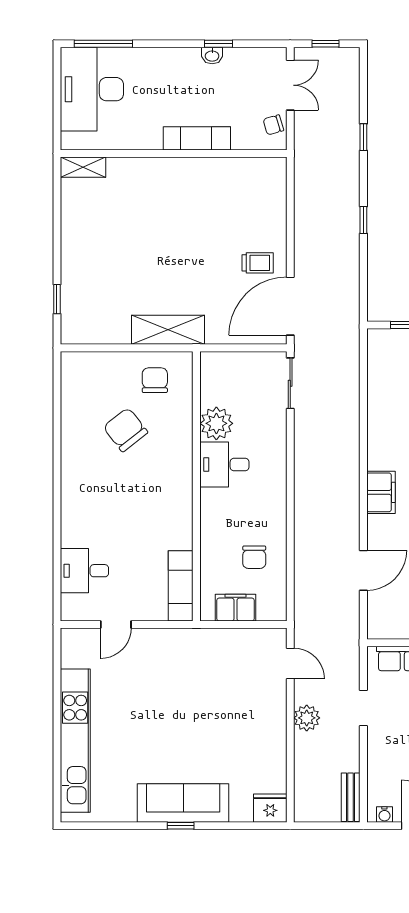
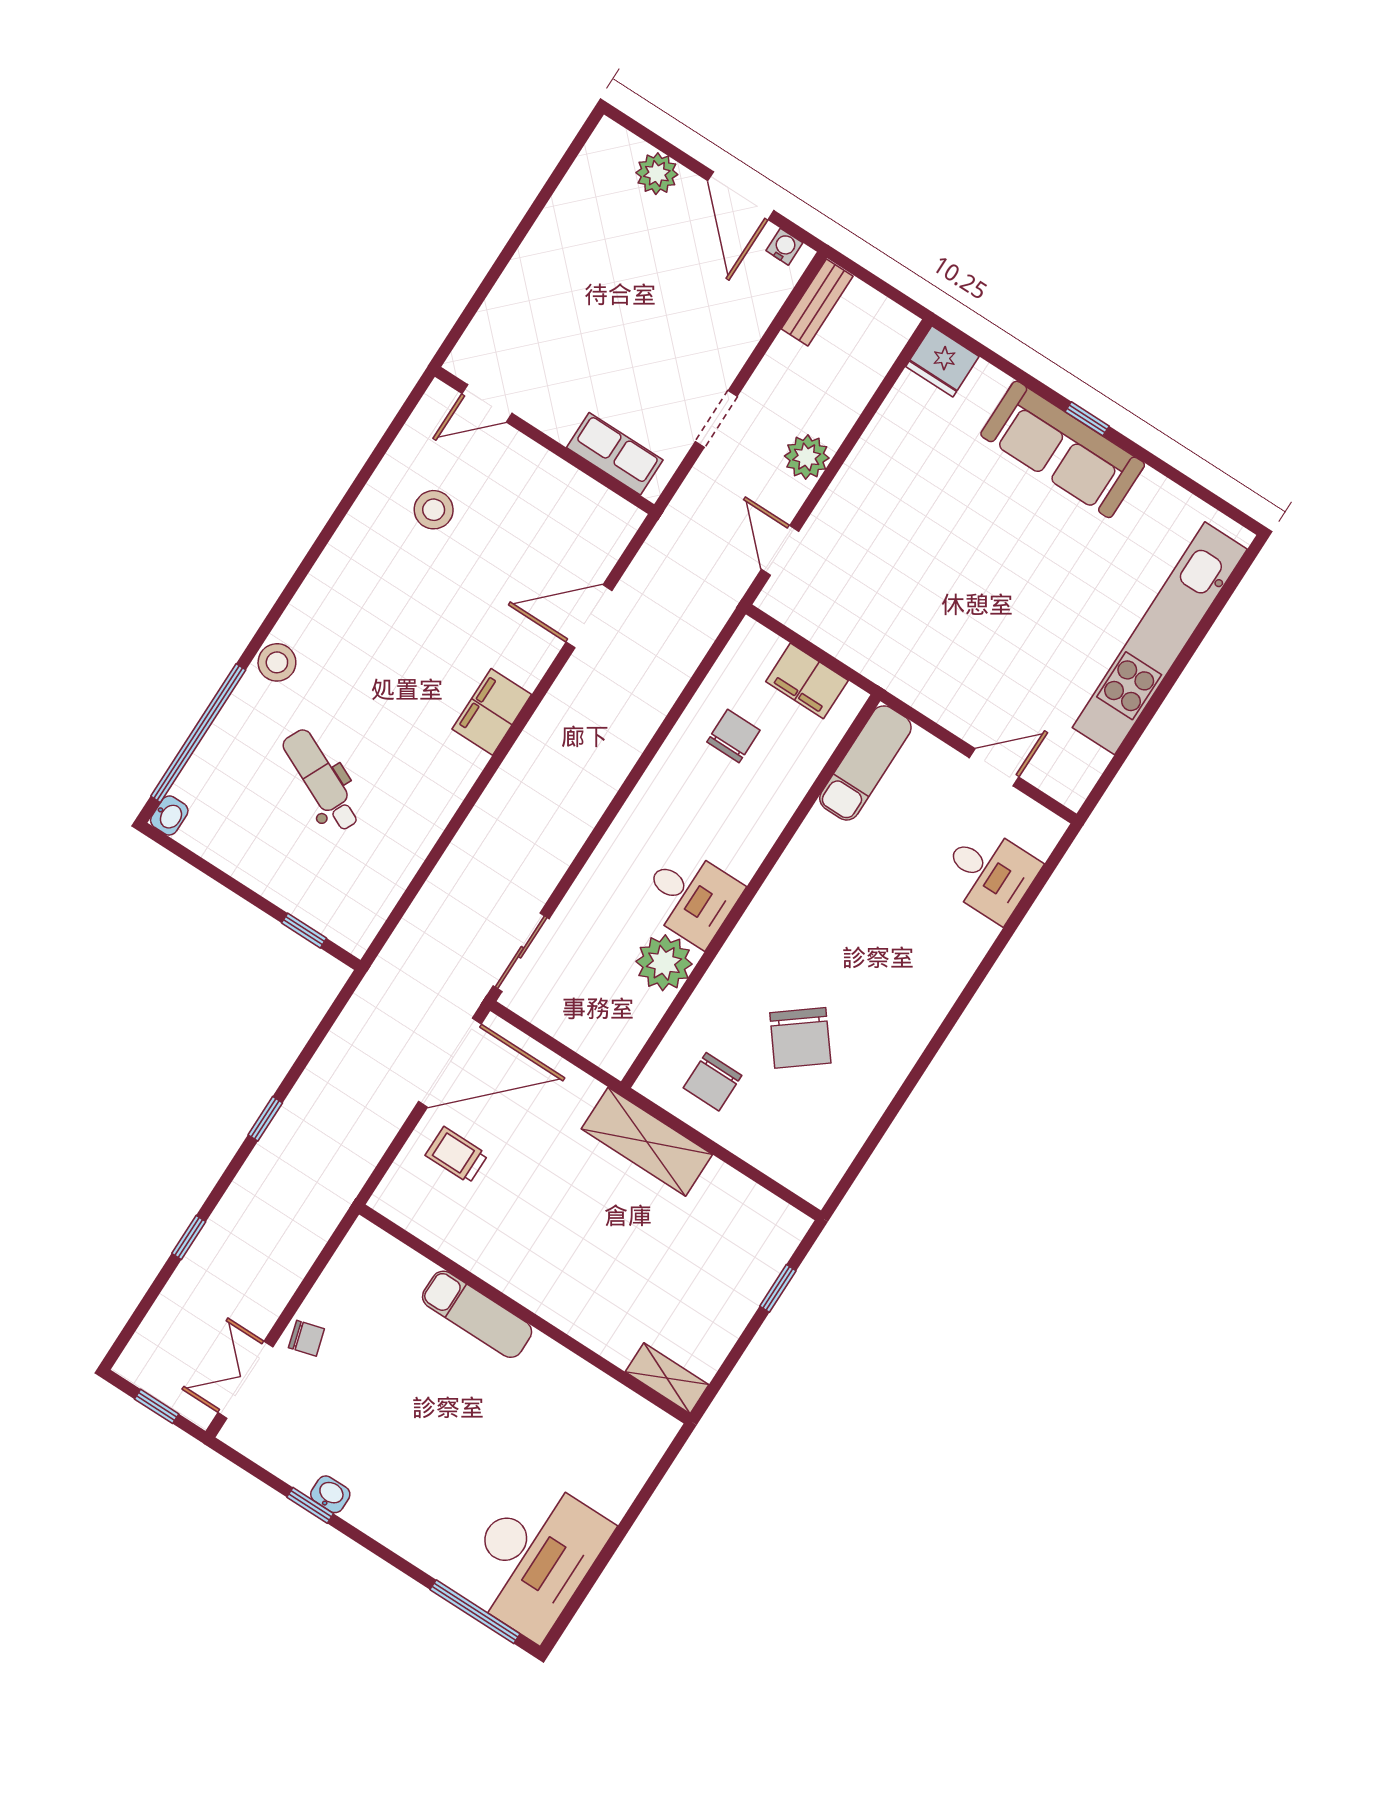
exam couch: (197, 138) -> (477, 1314), moved
wall: (174, 153) -> (525, 1314), moved
shelving: (83, 167) -> (667, 1378), moved

